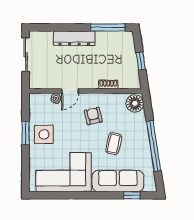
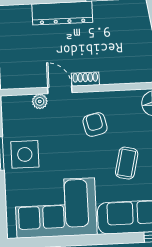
shoe rack: (108, 84) -> (85, 79), moved
door: (70, 91) -> (60, 90), swing flipped

